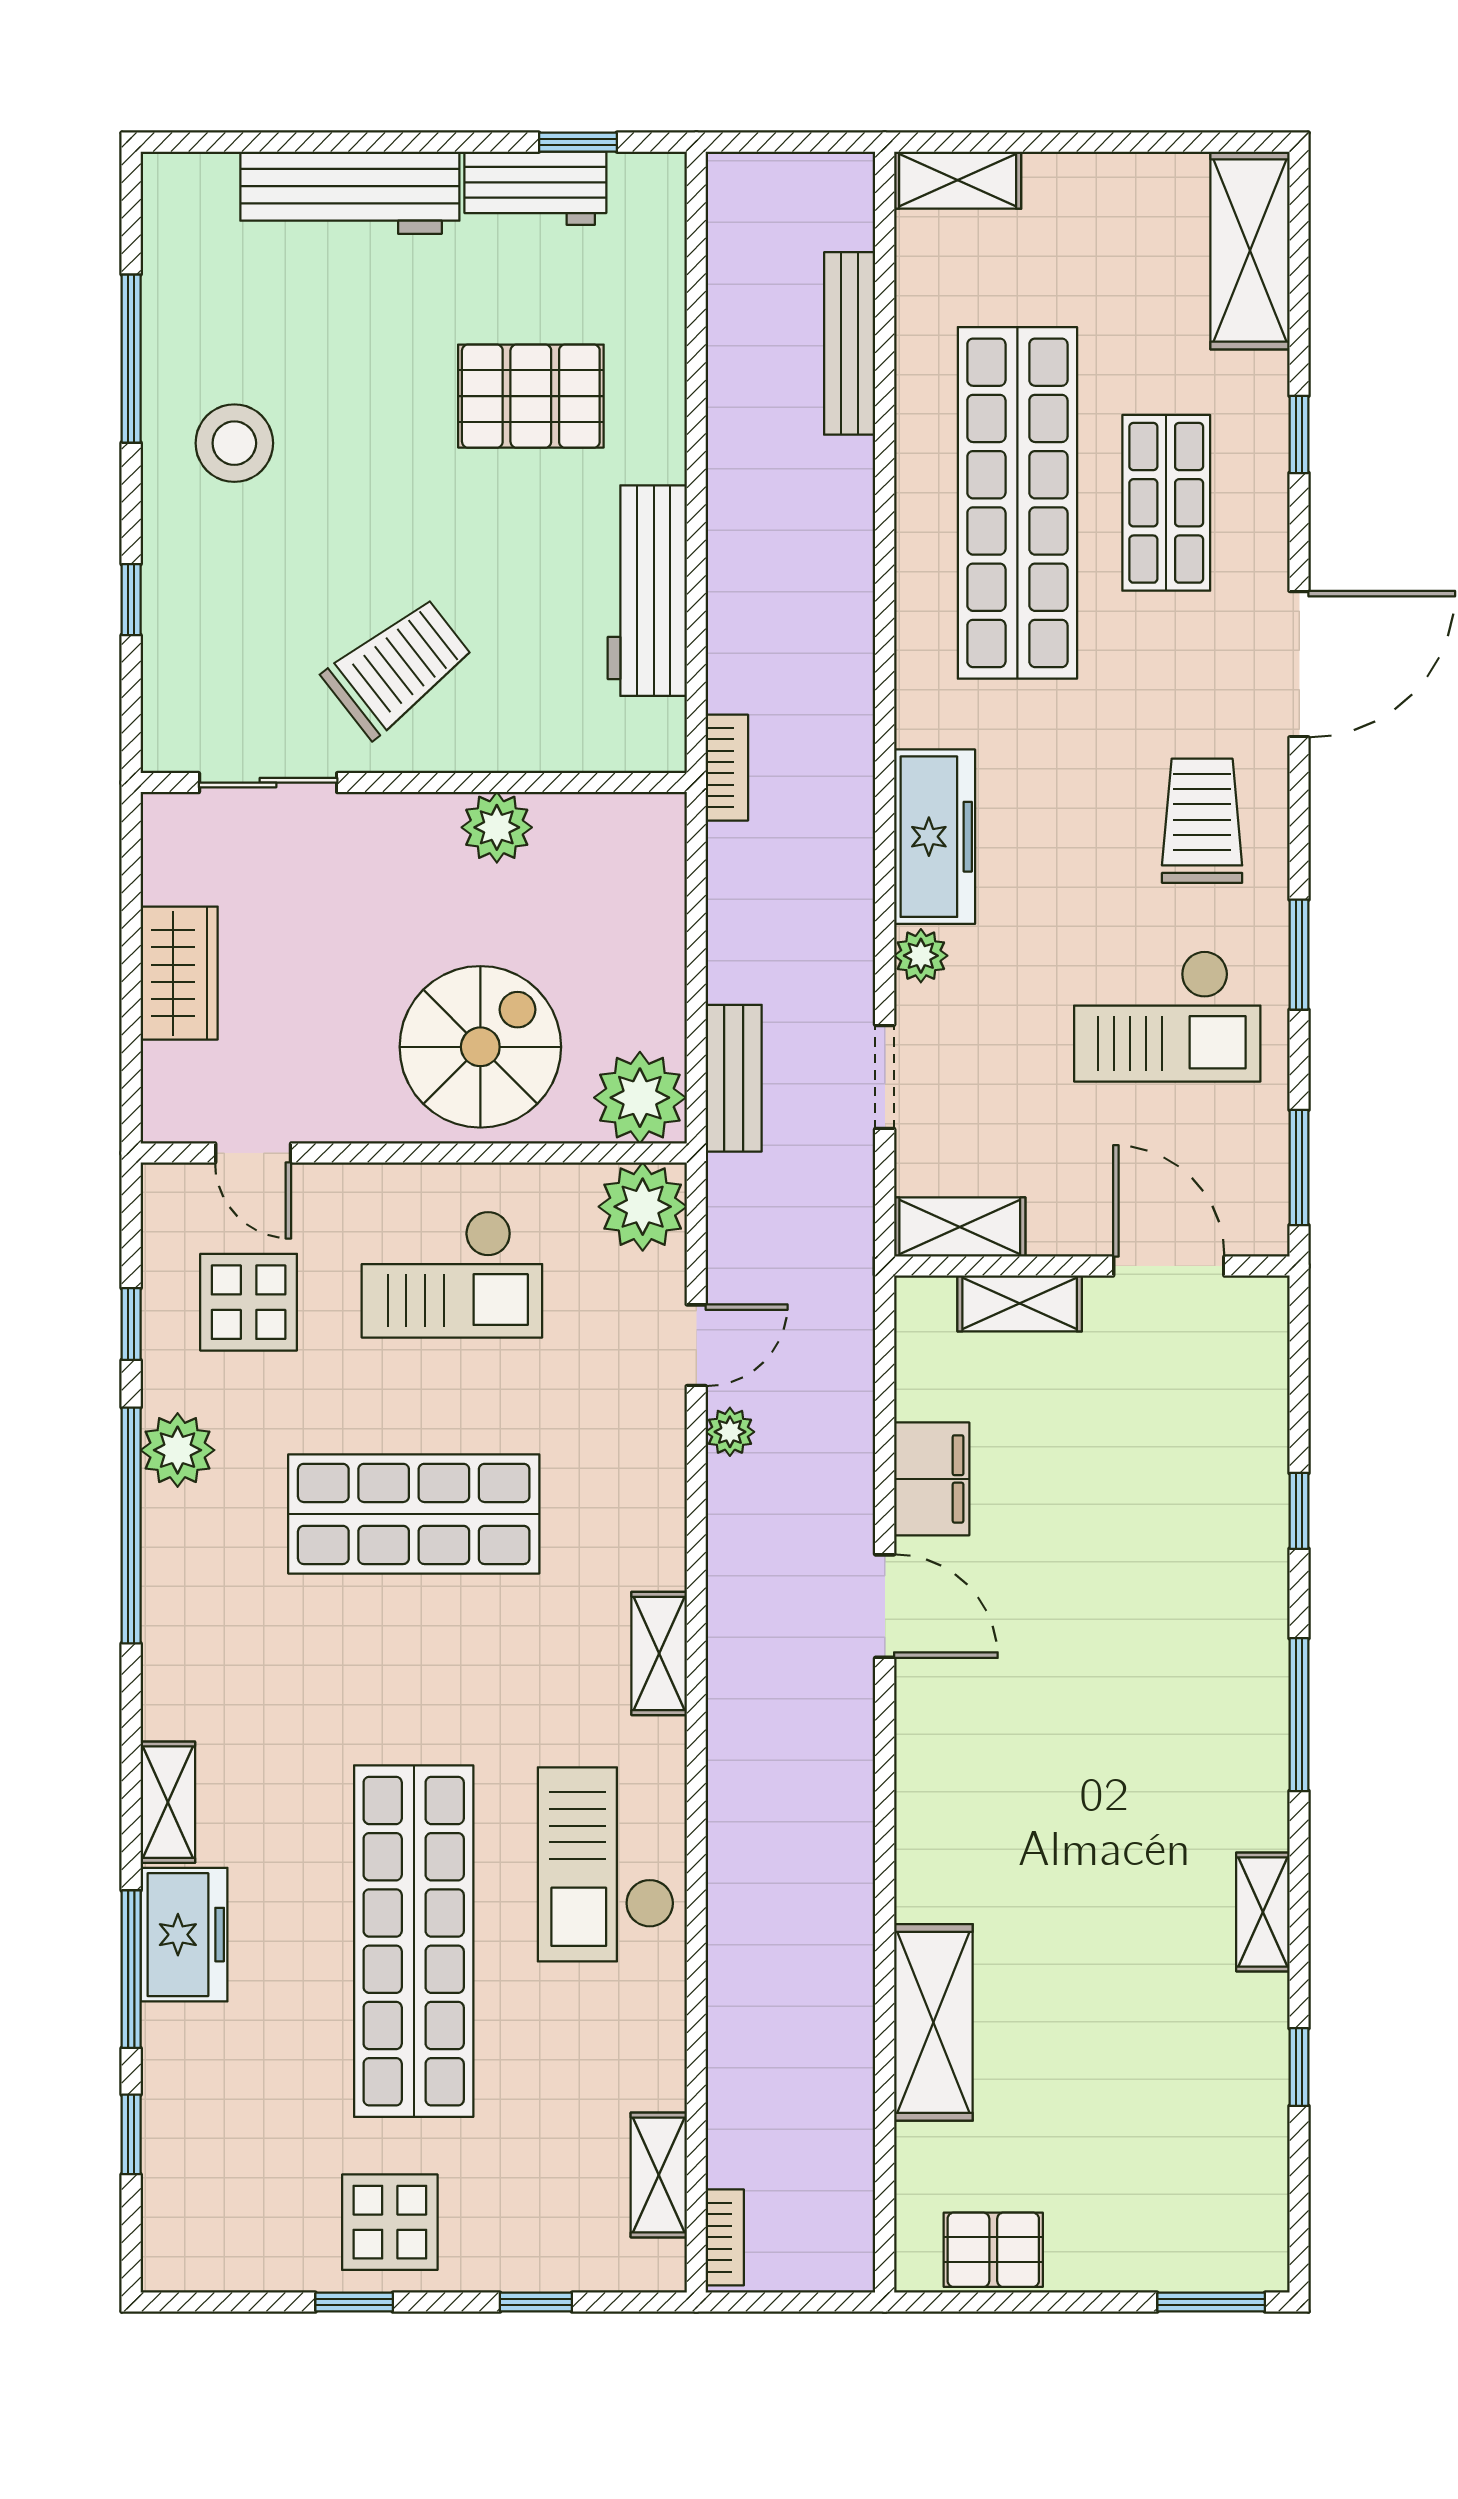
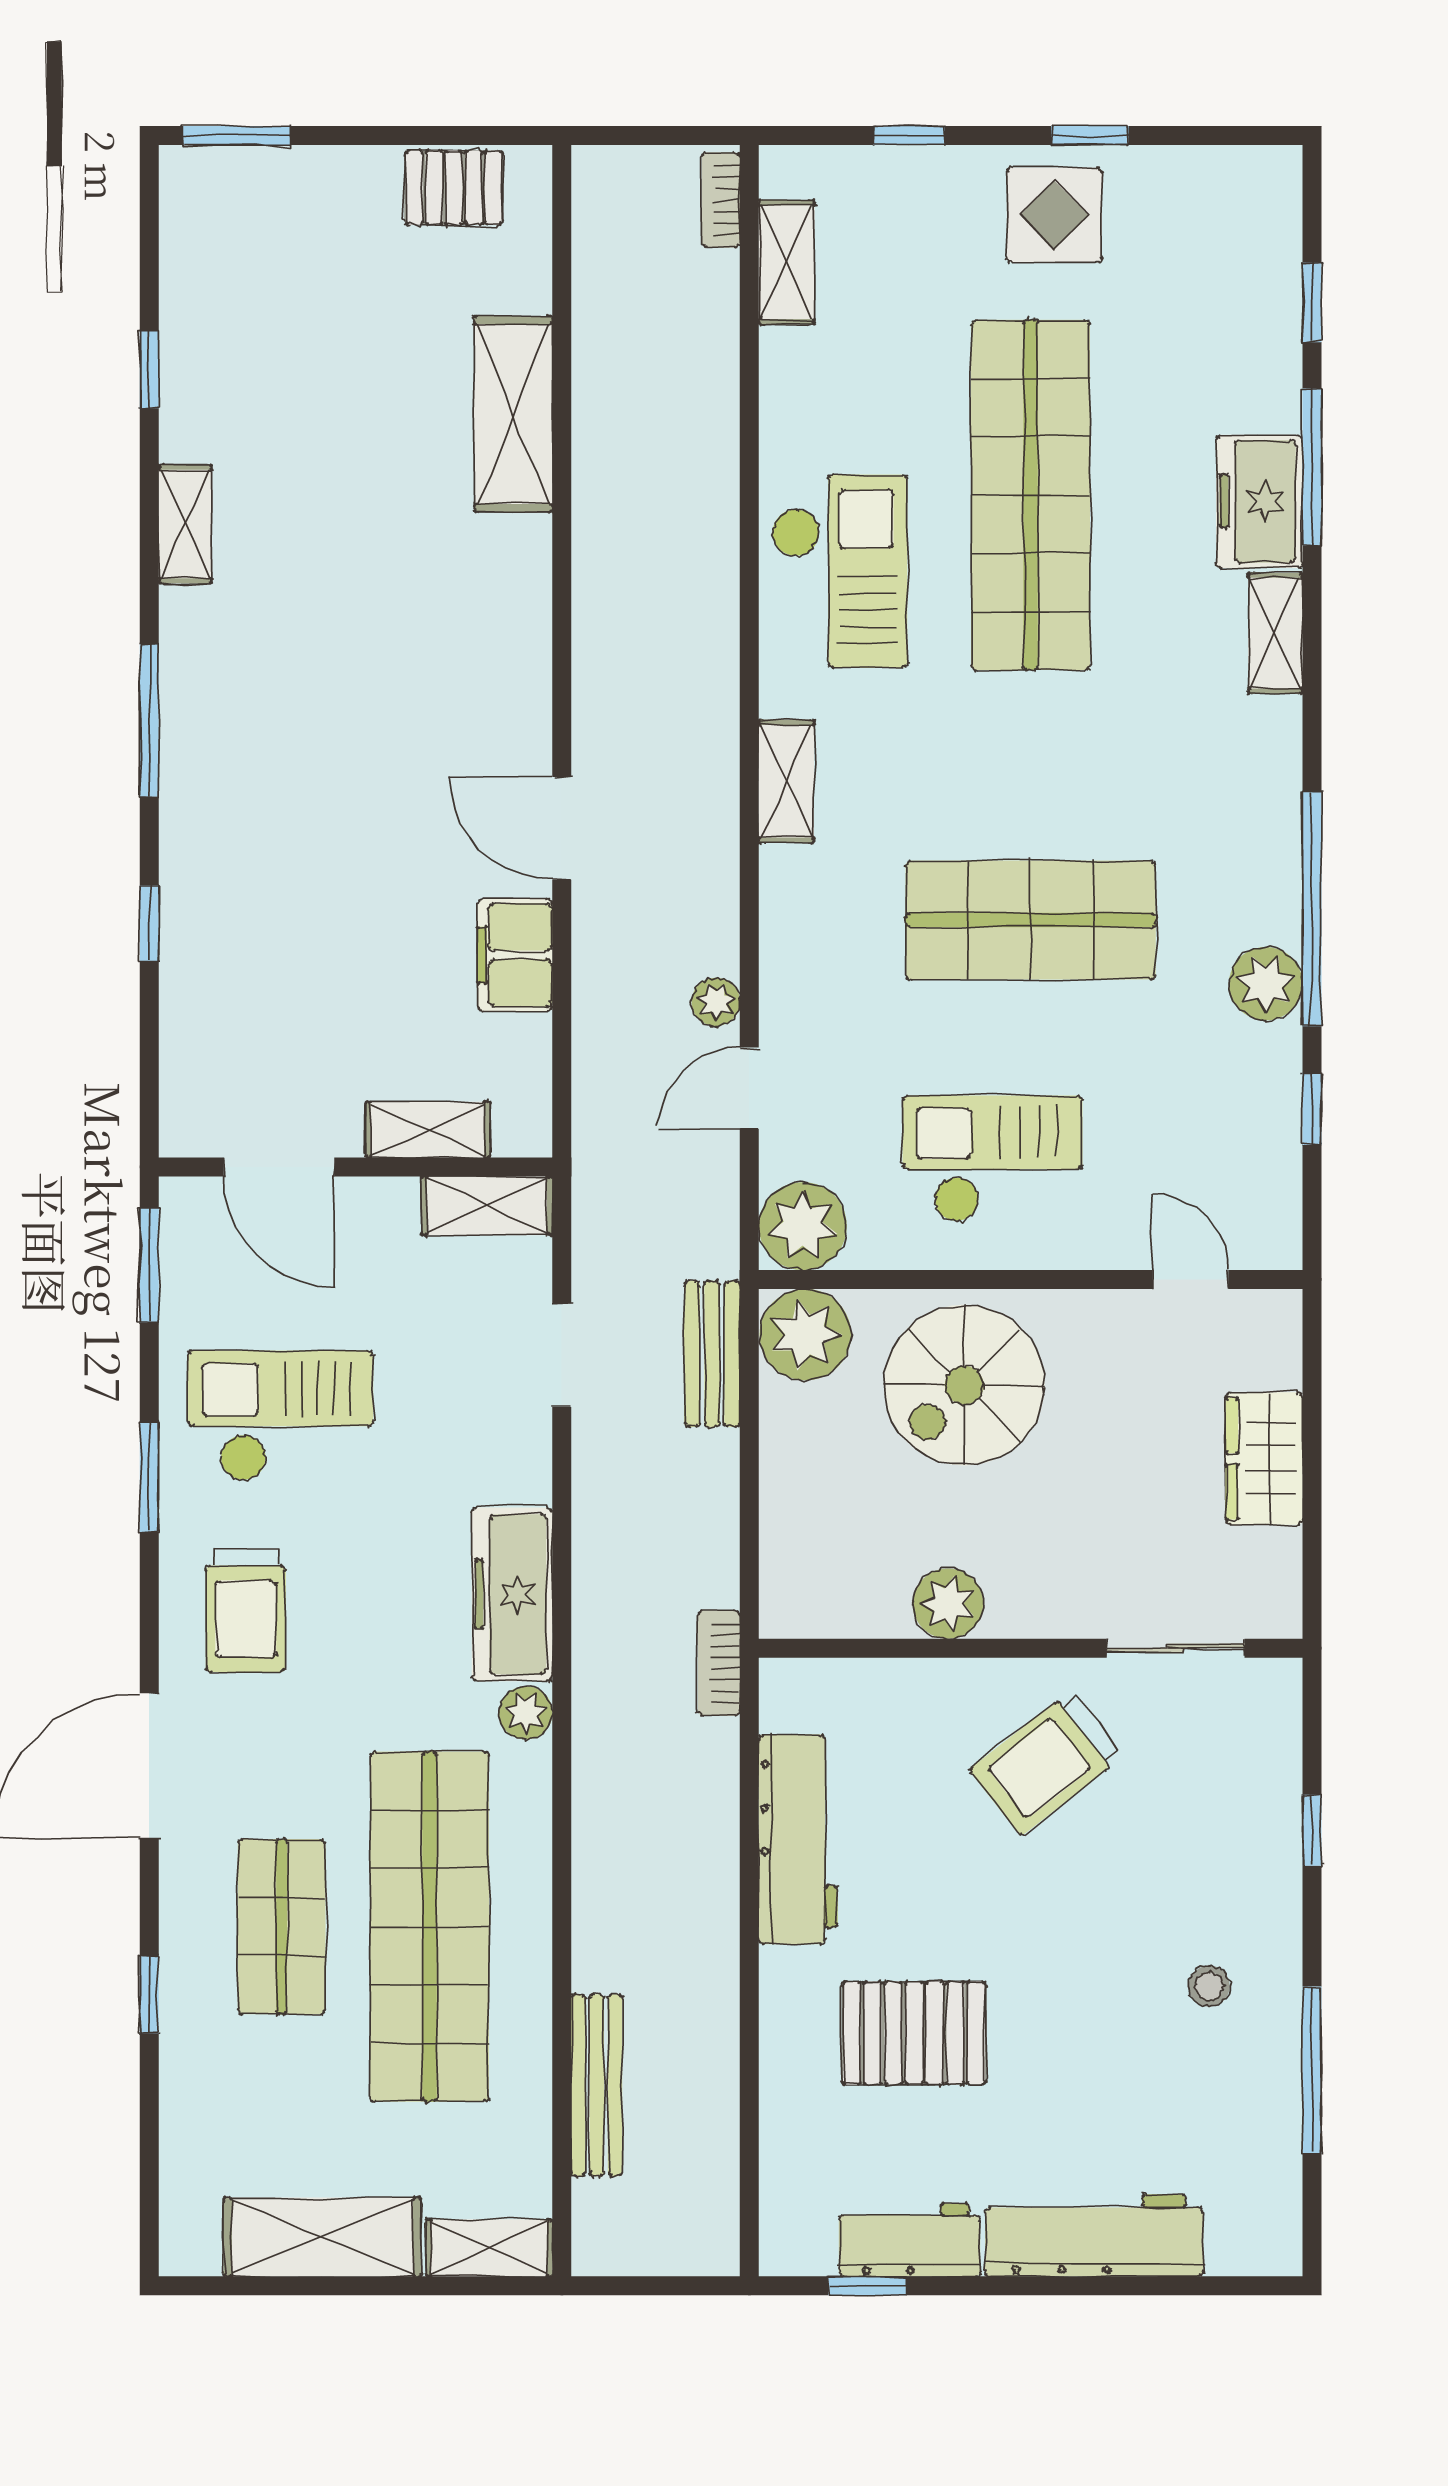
shelving: (1250, 250) -> (322, 2237), moved, turned 90
stool: (234, 443) -> (1209, 1986), width x0.53, depth x0.53
plant: (921, 956) -> (526, 1713), moved
display table: (249, 1302) -> (1195, 1131), removed

